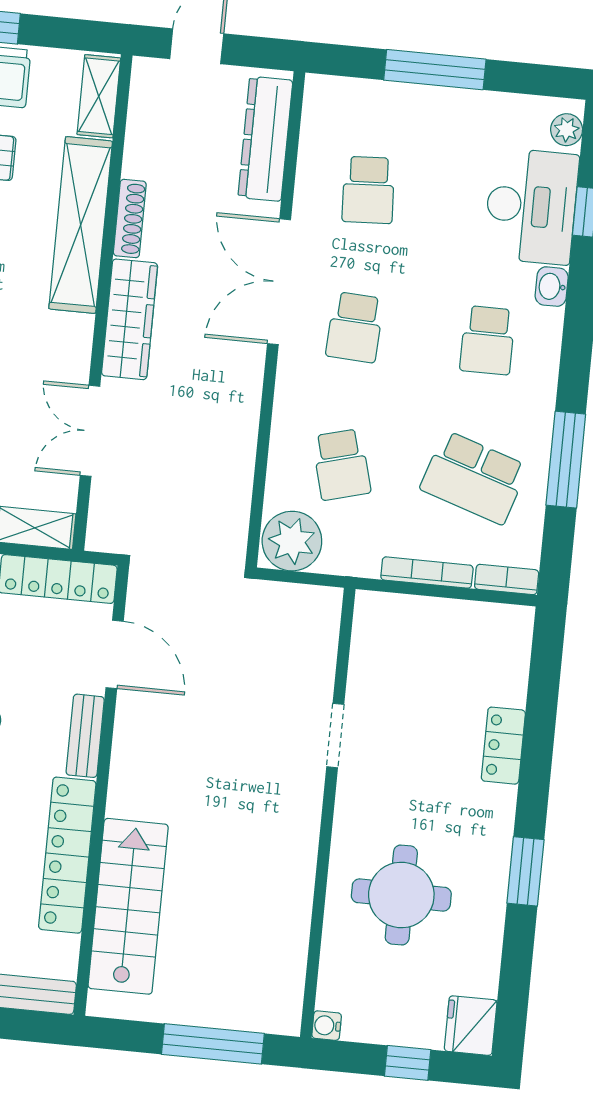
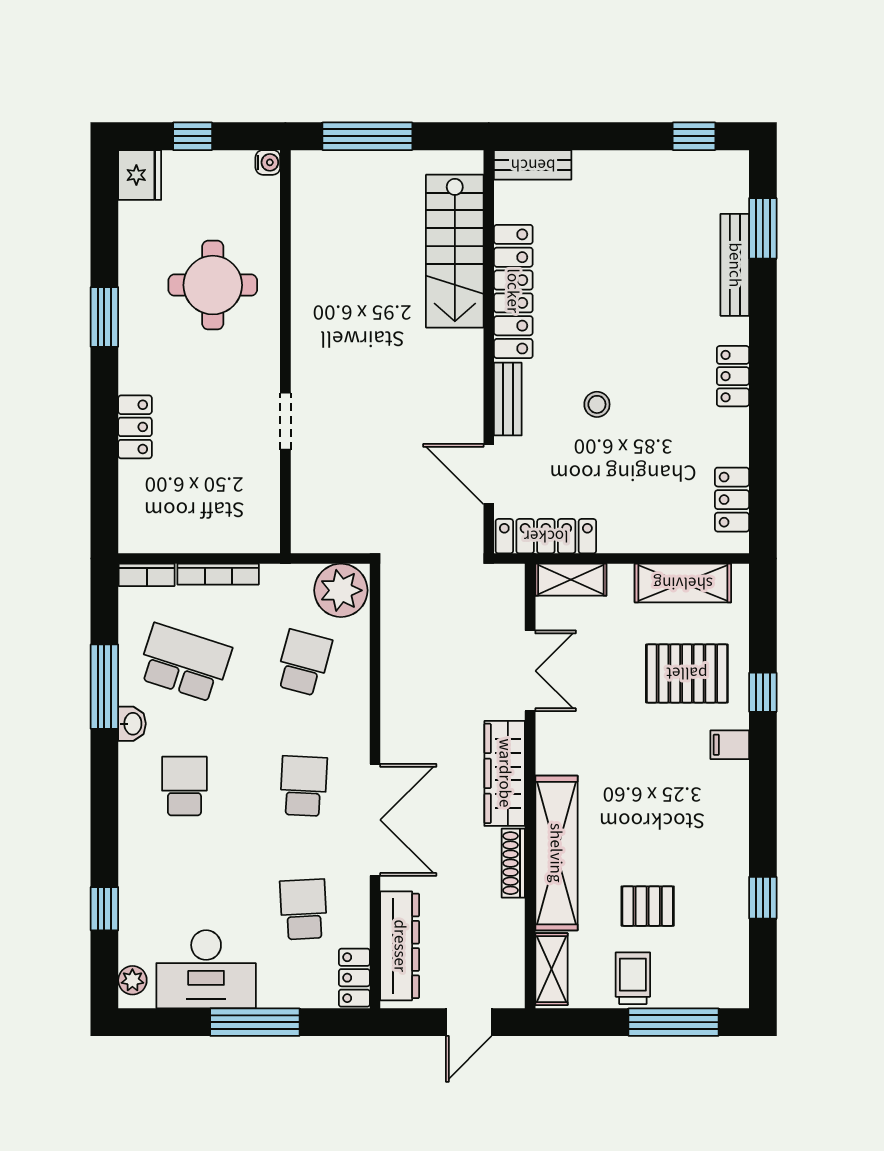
locker: (319, 108) -> (354, 978), added
desk: (531, 206) -> (206, 969), moved, turned -90
washbasin: (552, 287) -> (132, 724), moved
school desk: (341, 465) -> (304, 663), turned 30

